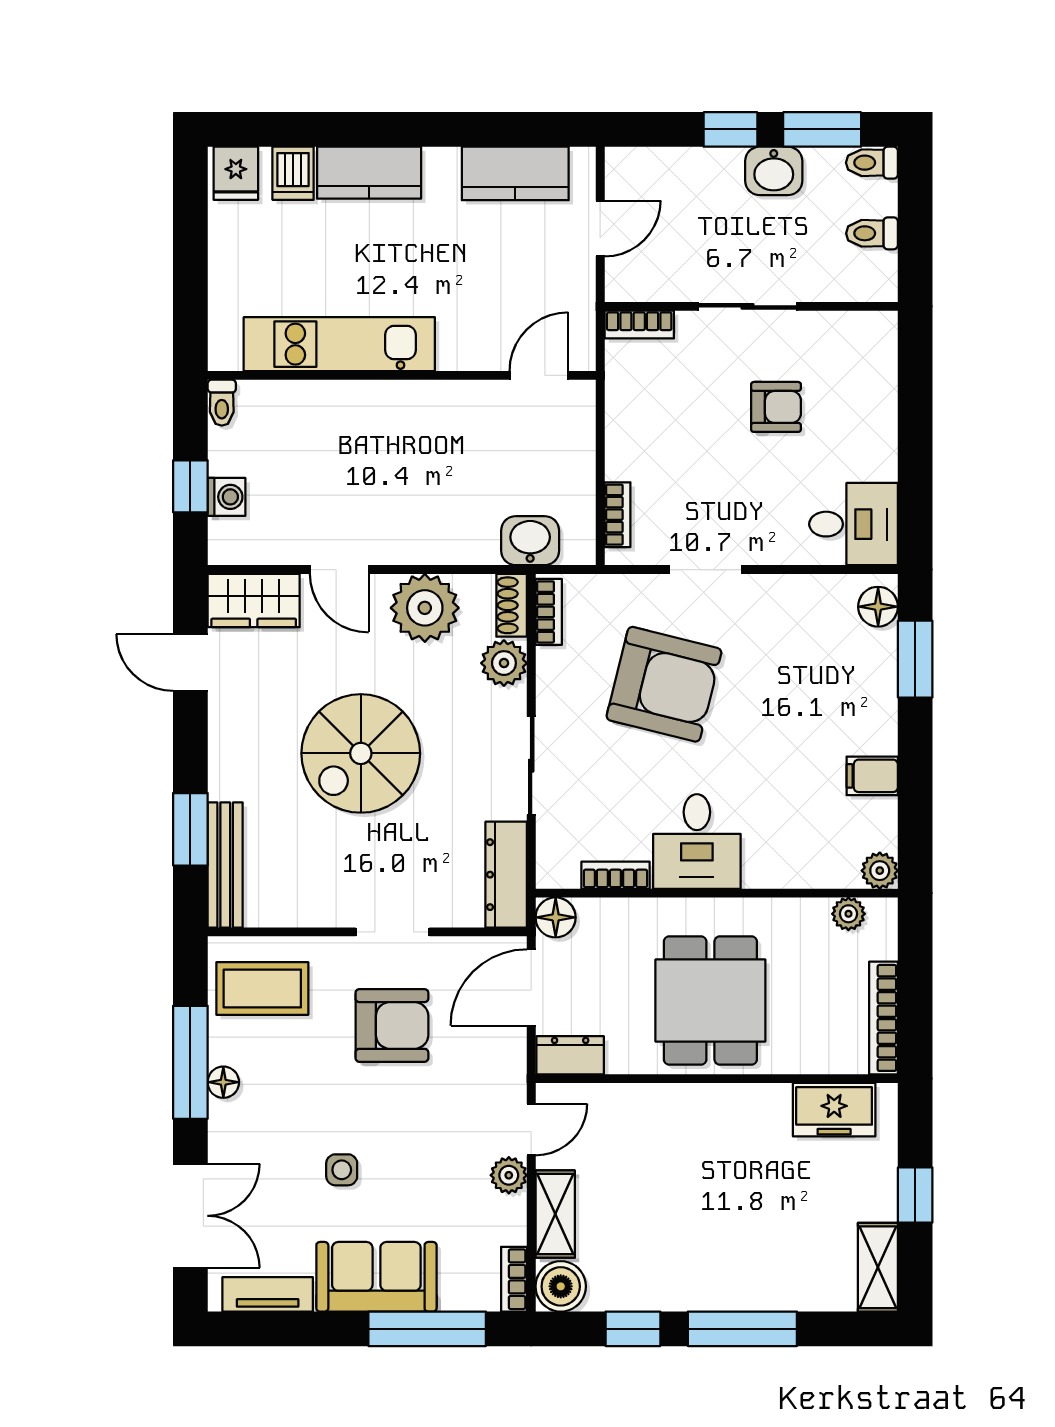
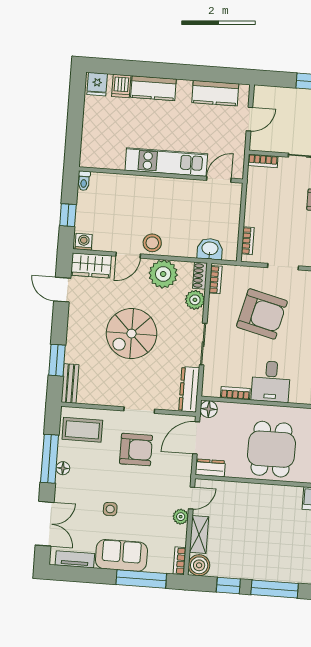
kitchen unit: (339, 344) -> (166, 162), moved
washing machine: (227, 497) -> (84, 242), moved, turned -90
stool: (394, 537) -> (152, 243), added
door: (339, 570) -> (128, 255), hinge flipped
bench: (225, 865) -> (70, 383), width x0.73

